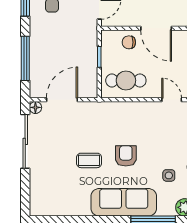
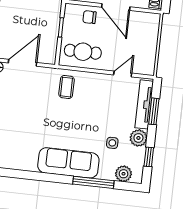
door: (172, 100) -> (123, 74), hinge flipped
armchair: (126, 156) -> (75, 121), removed
coffee table: (89, 160) -> (67, 87), moved, turned 90

